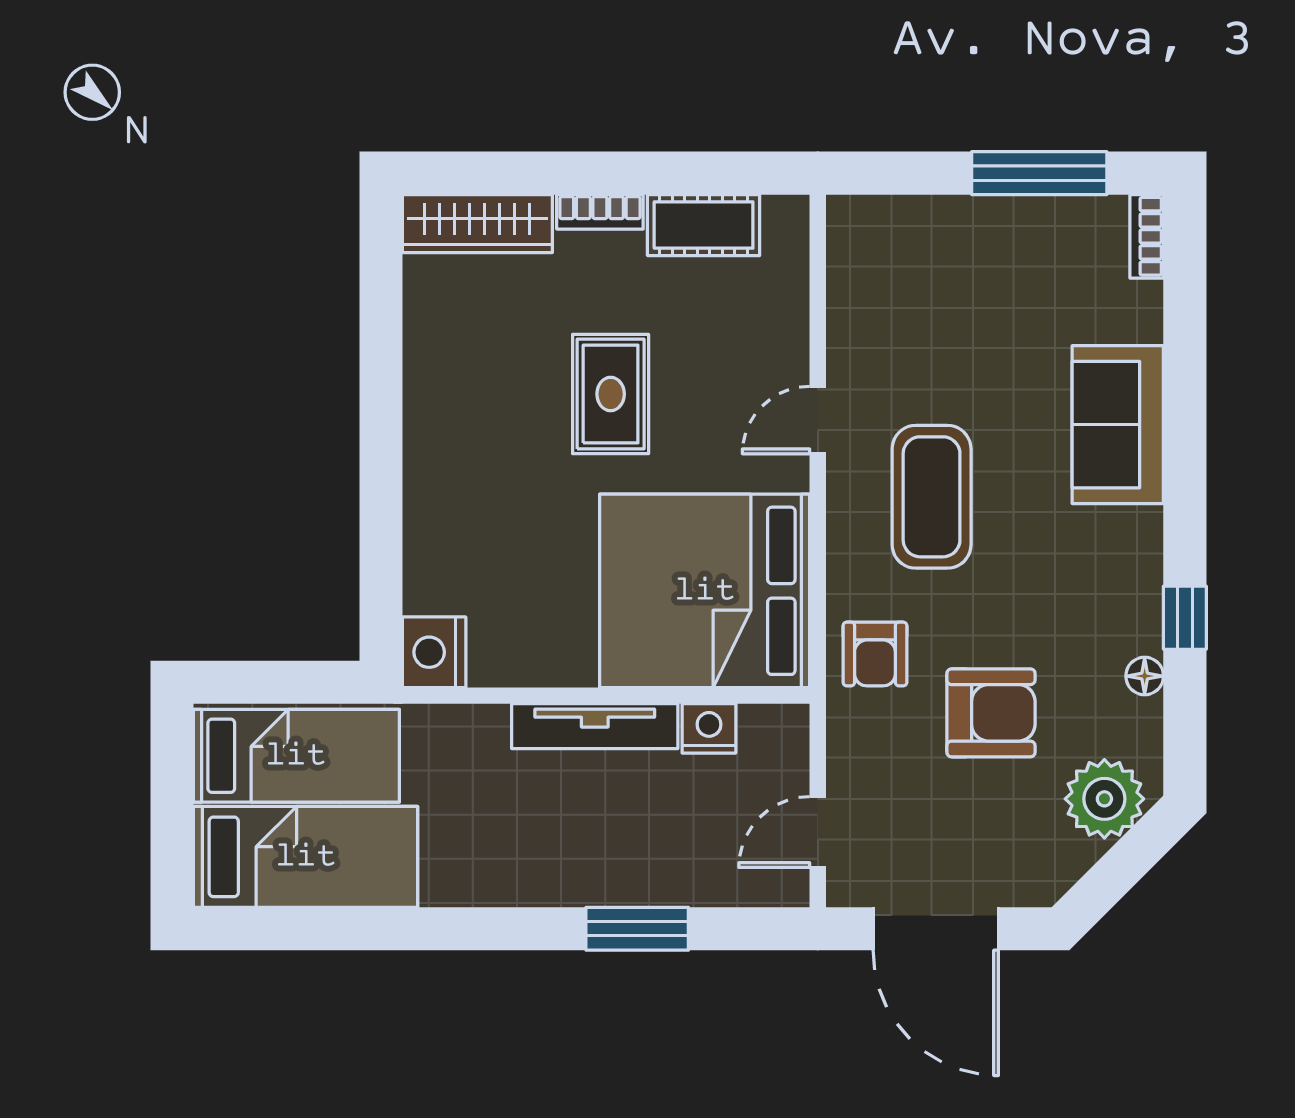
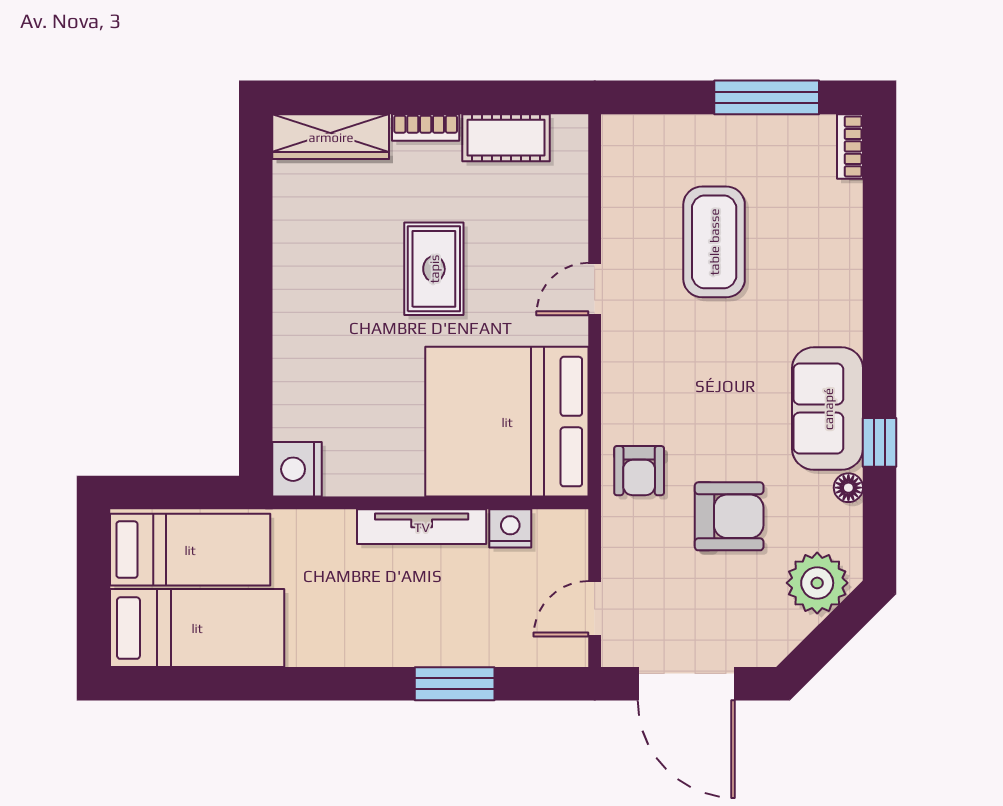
sofa: (1118, 425) -> (828, 409), moved
coffee table: (932, 497) -> (714, 242), moved

